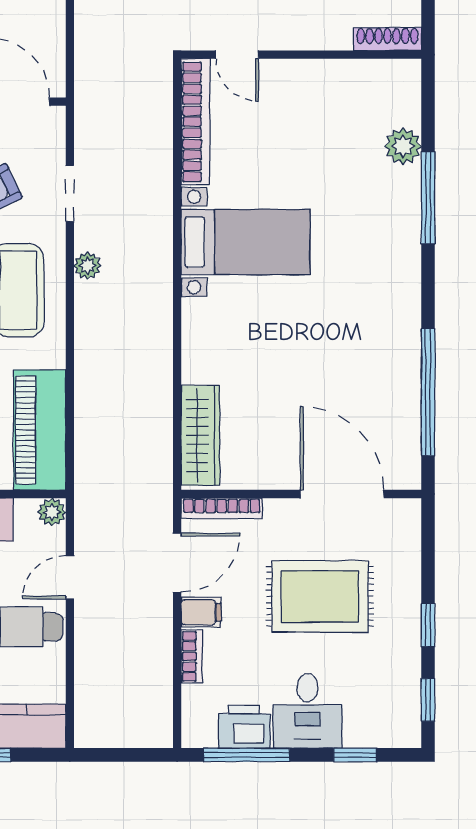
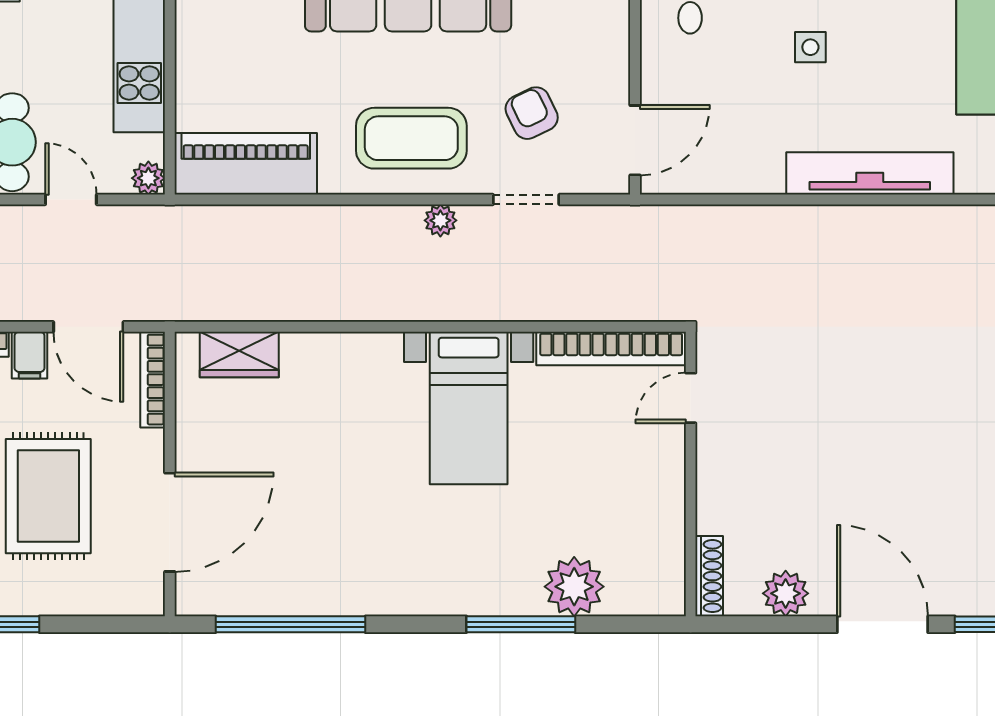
plant: (403, 146) -> (574, 587), width x1.36, depth x1.36
wardrobe: (200, 435) -> (239, 354), width x0.67

